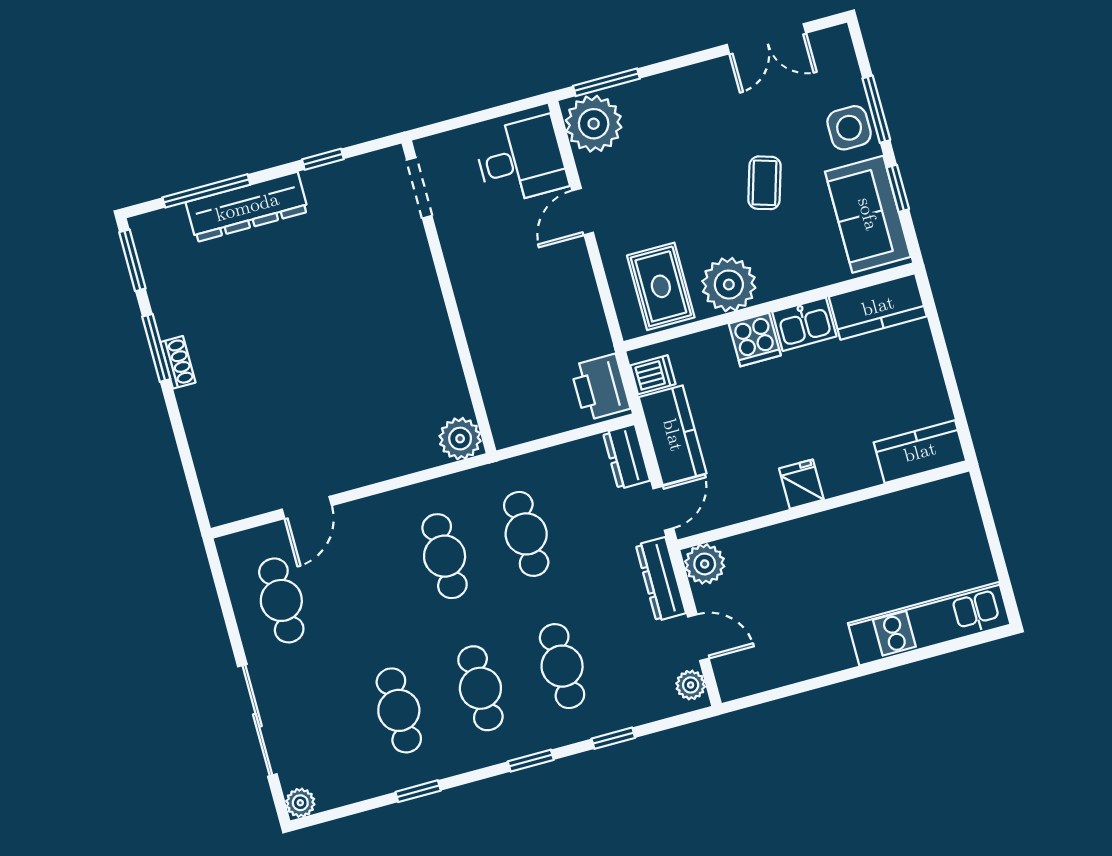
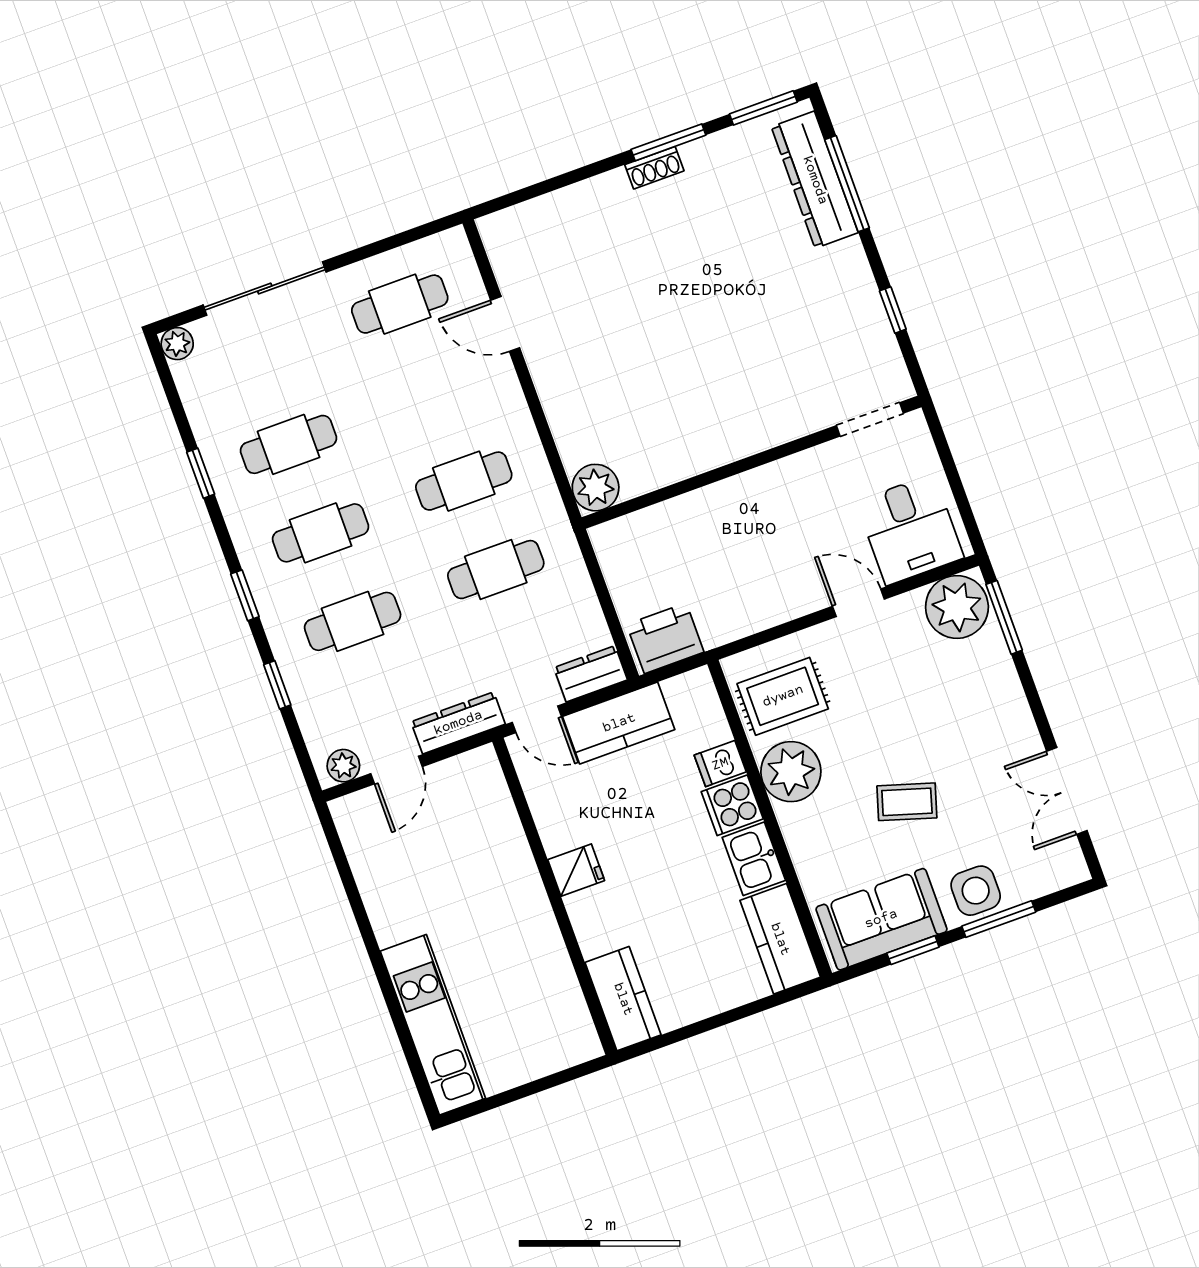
dresser: (247, 207) -> (815, 180), moved
dishwasher: (653, 375) -> (720, 764), moved, turned 90
plant: (705, 564) -> (479, 770), removed

